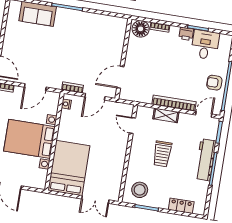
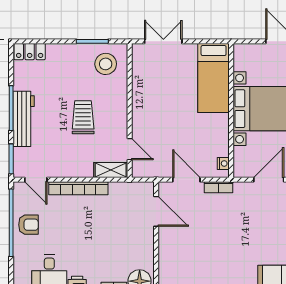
door: (120, 77) -> (156, 211), hinge flipped
door: (95, 97) -> (186, 180), hinge flipped
door: (204, 114) -> (36, 180), hinge flipped
shelving: (166, 115) -> (111, 170), moved
bed: (69, 168) -> (214, 78), width x0.67
locker: (181, 206) -> (30, 52), moved

